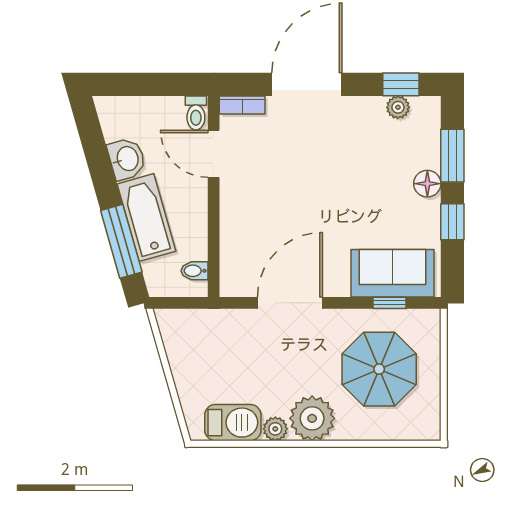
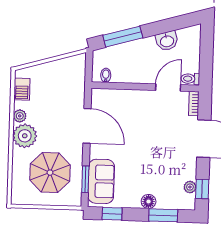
bathtub: (146, 218) -> (135, 50), removed
window: (452, 222) -> (112, 214), moved
window: (390, 303) -> (85, 179), width x1.50
barbecue: (233, 423) -> (22, 89), width x0.73, depth x0.79

